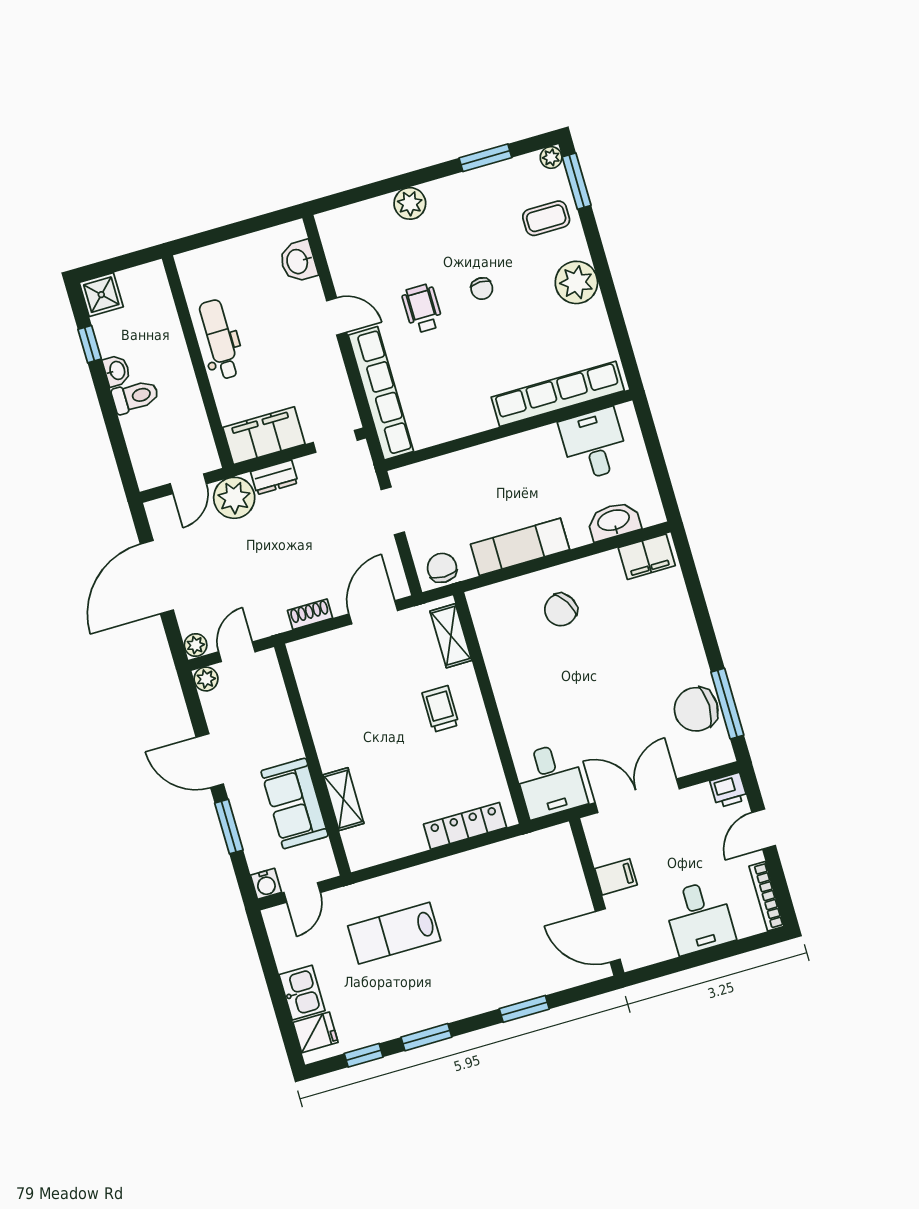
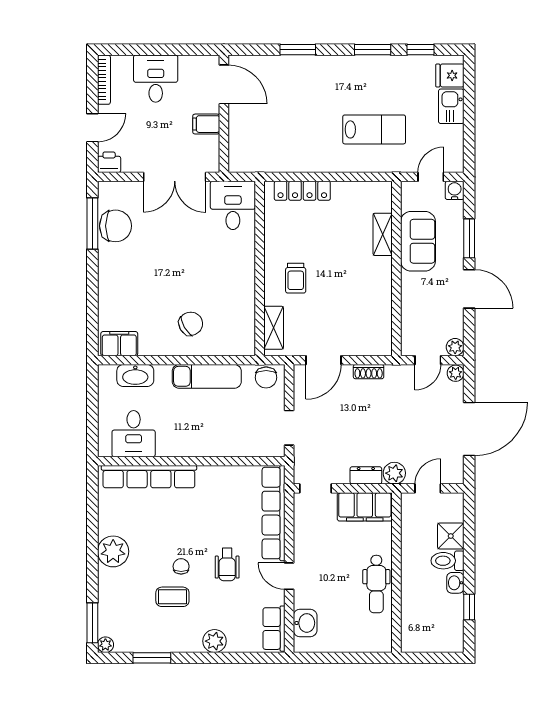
coffee table: (546, 218) -> (172, 597), moved
row of seats: (337, 242) -> (274, 629), added
shower: (101, 295) -> (451, 536), moved
plant: (234, 498) -> (394, 473), width x0.73, depth x0.73

